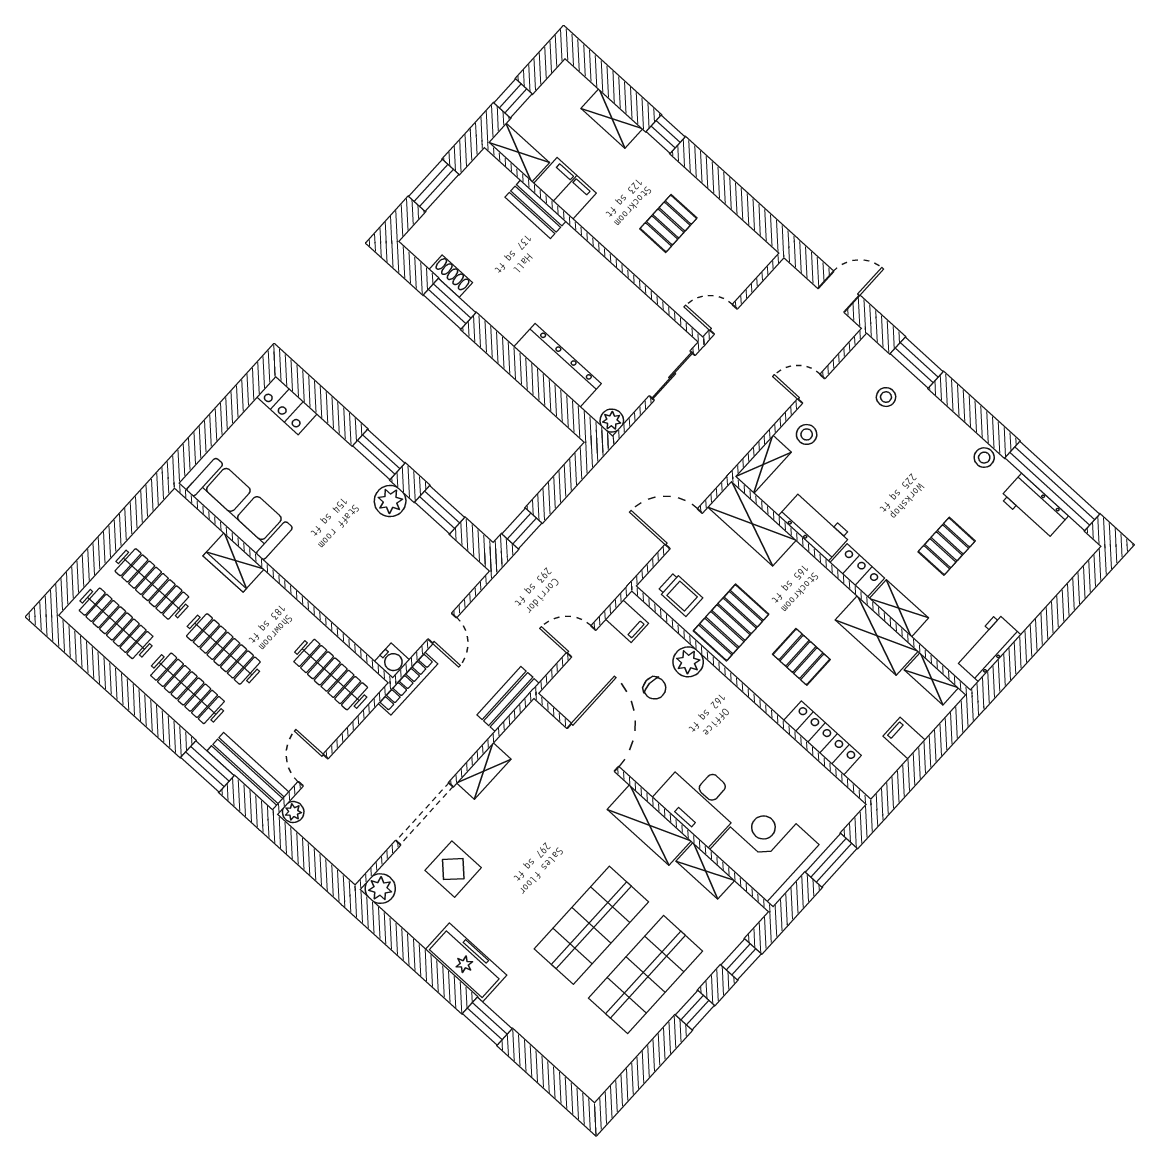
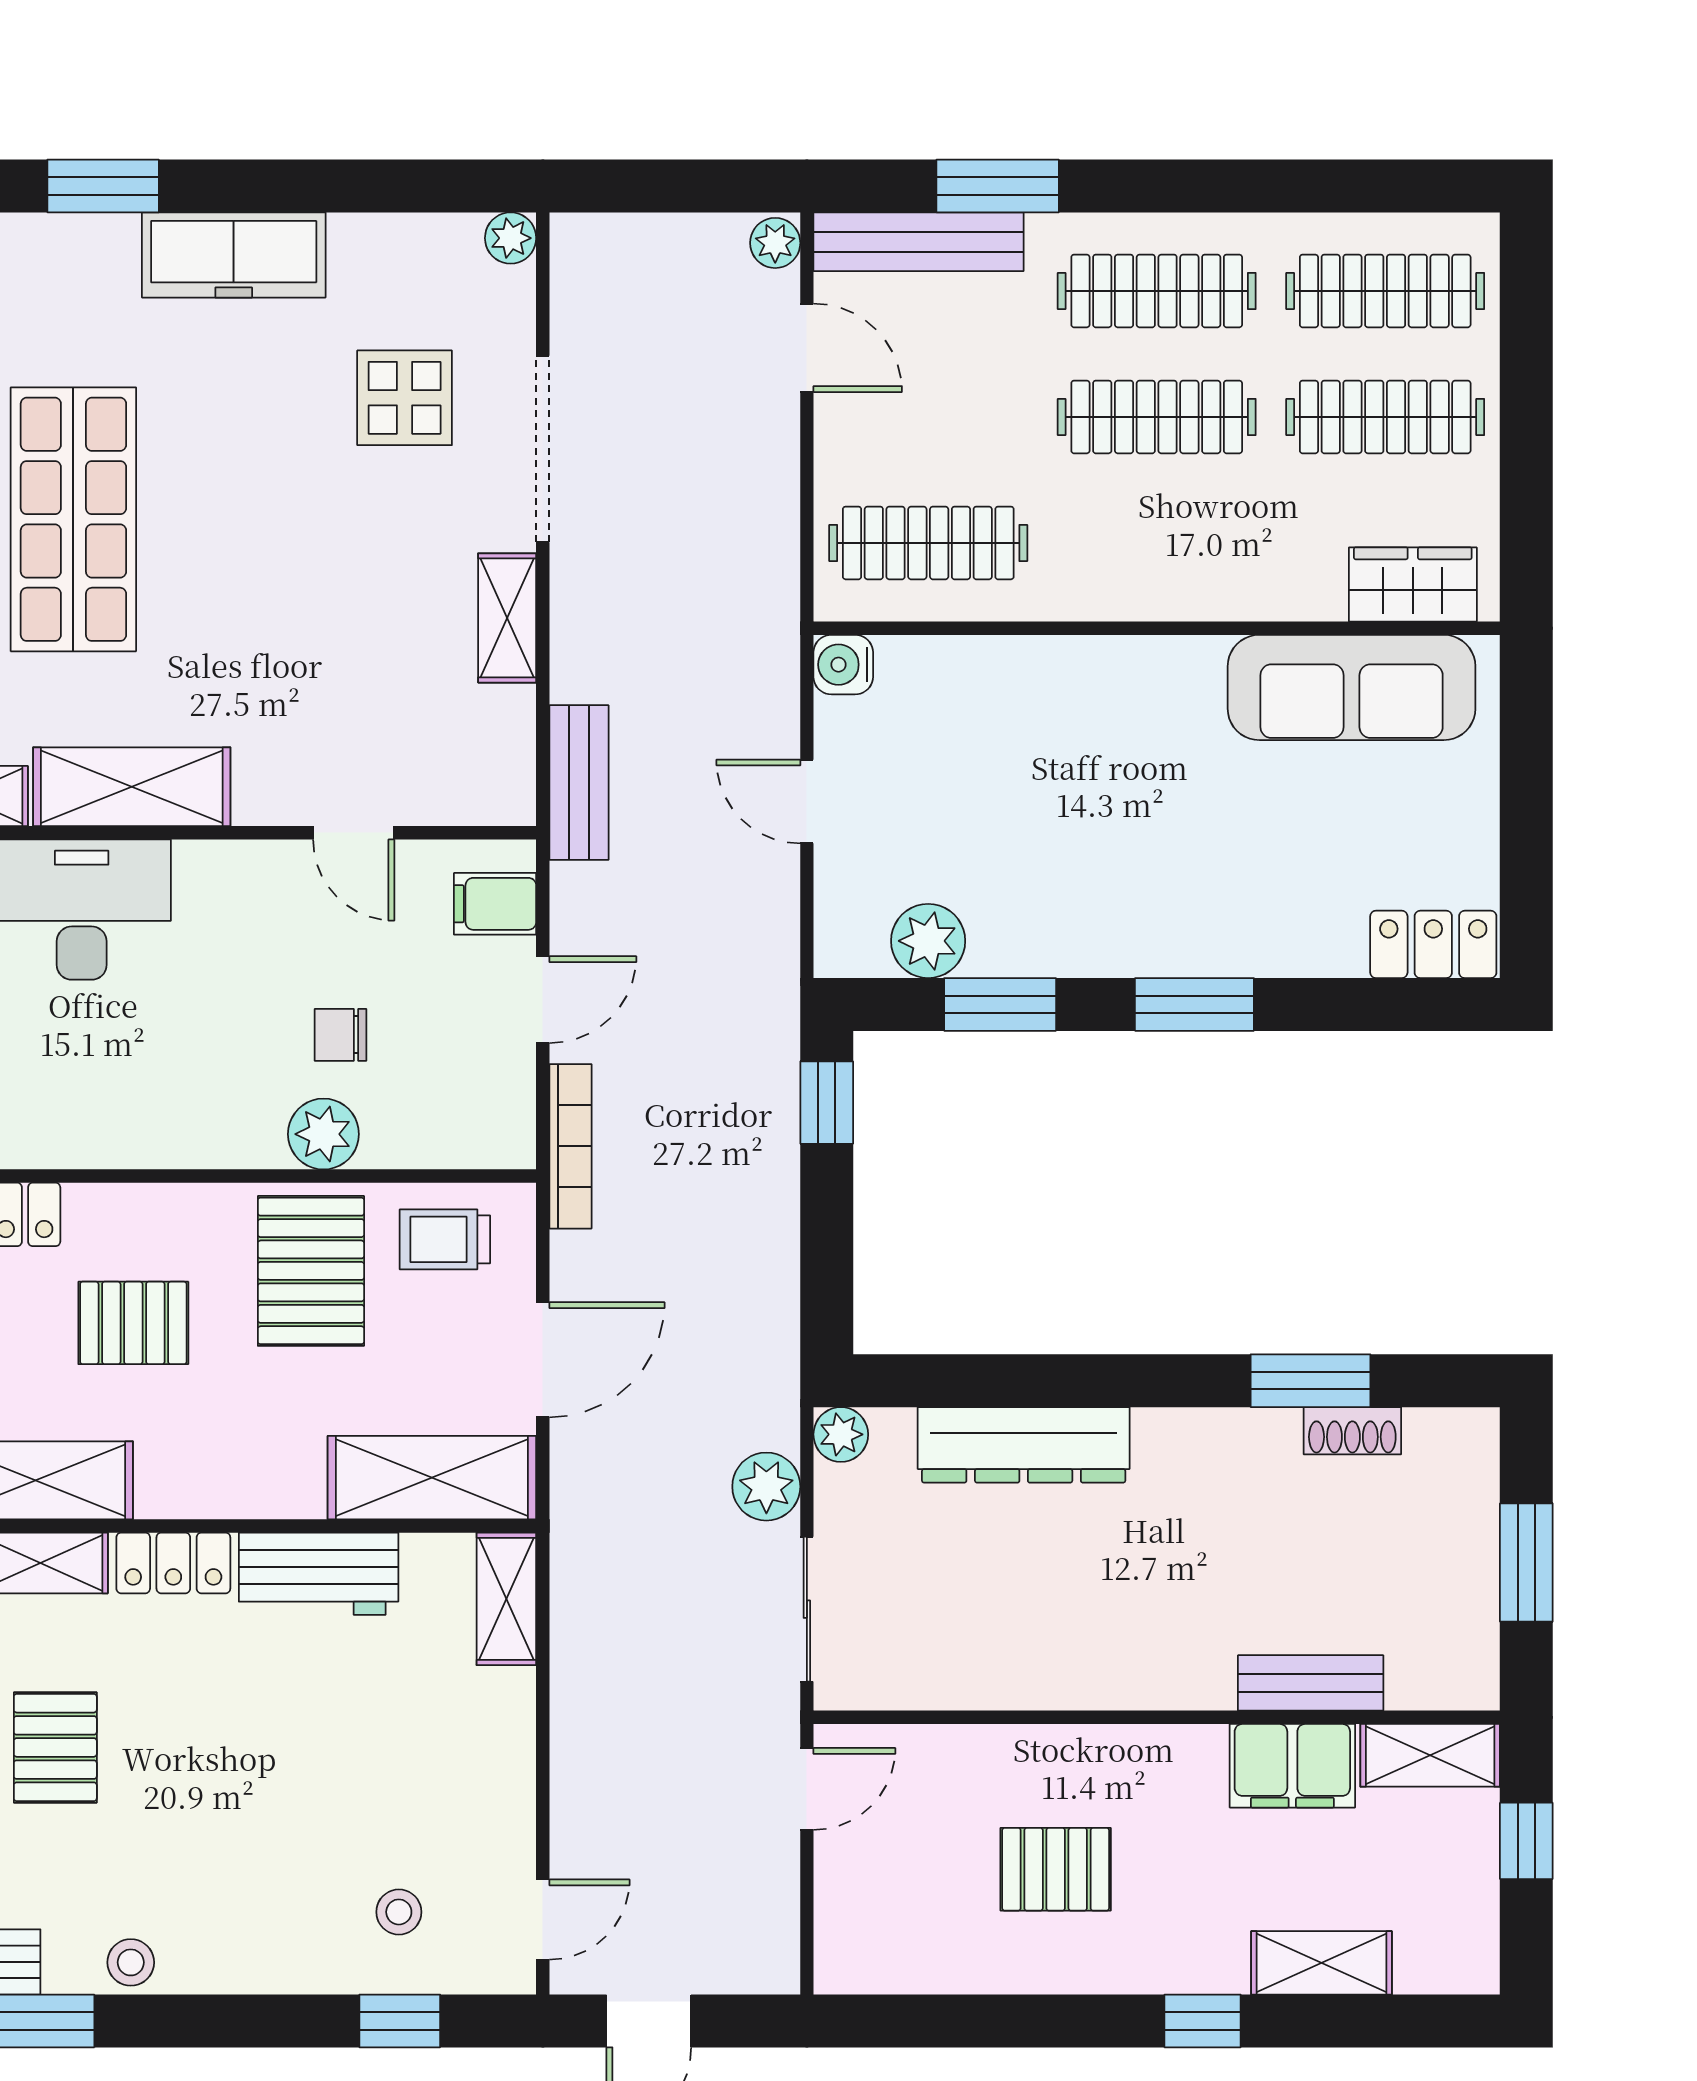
pallet: (668, 223) -> (1056, 1869), turned 90
window: (917, 363) -> (400, 2021), width x0.67
door: (811, 389) -> (543, 1920), moved
plant: (650, 426) -> (766, 1487), added
stool: (807, 434) -> (478, 1720), removed
plant: (390, 501) -> (928, 941), moved
wardrobe: (234, 562) -> (1413, 585), moved
filing cabinet: (627, 621) -> (495, 904), moved
bookcase: (408, 684) -> (570, 1146), moved, turned 180
door: (593, 747) -> (354, 833), width x0.53
plant: (380, 889) -> (511, 238), width x0.73, depth x0.73

